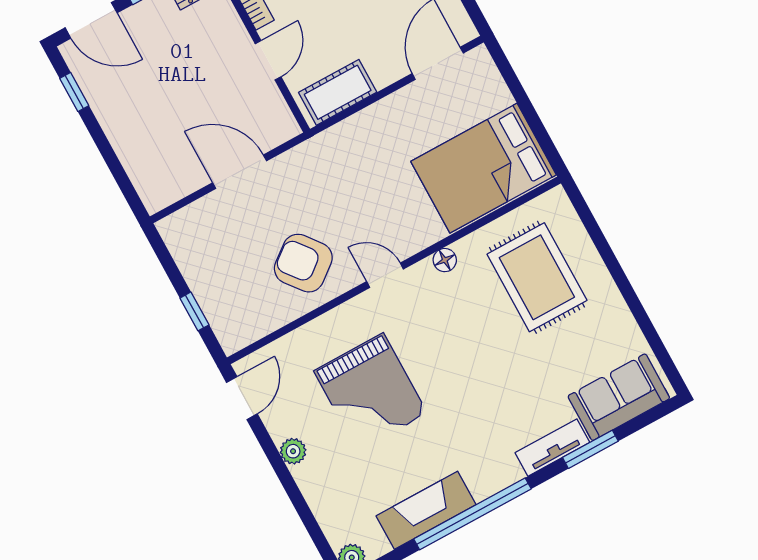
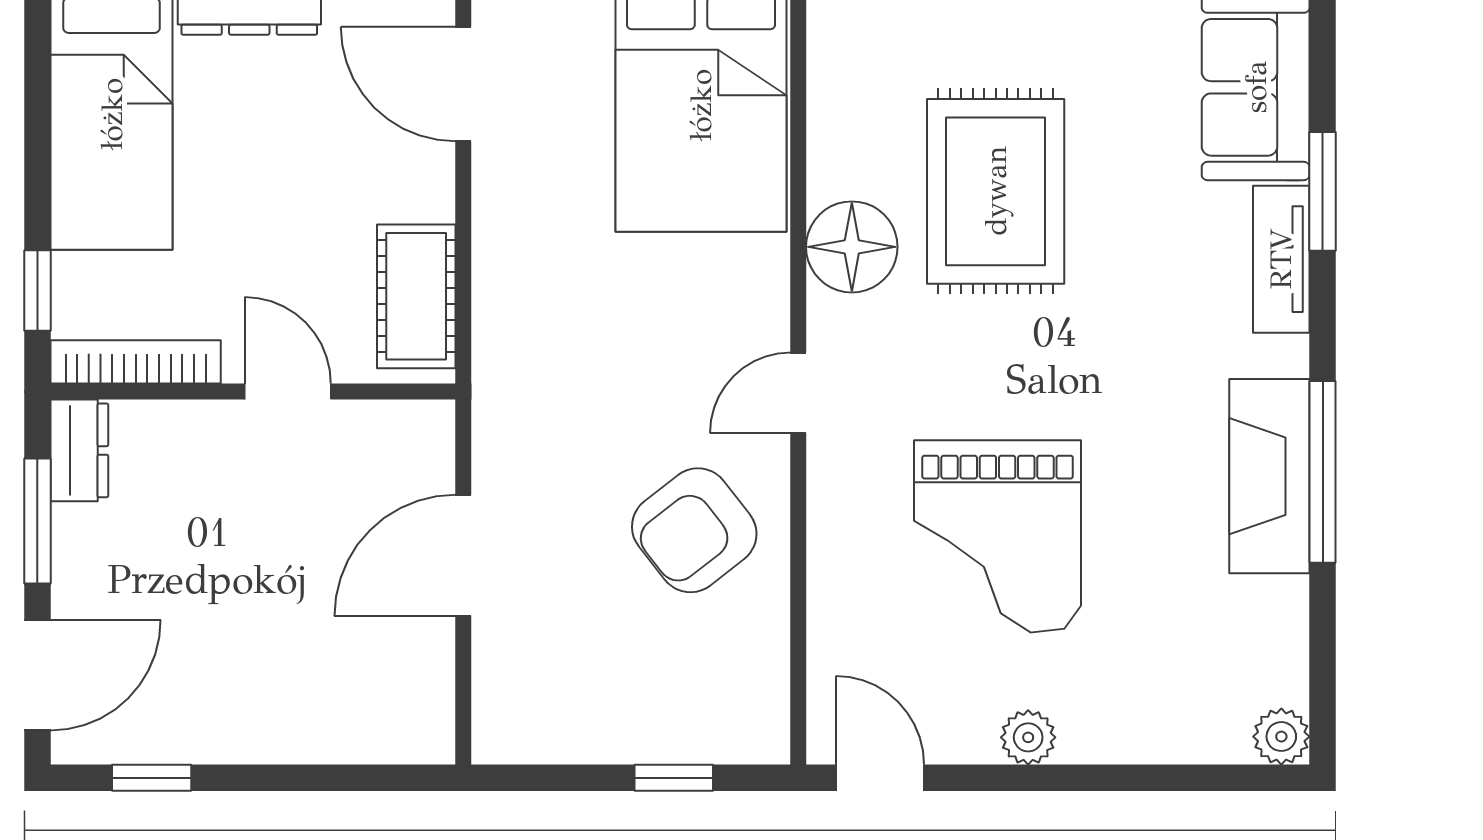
floor lamp: (445, 260) -> (852, 247), width x1.89, depth x1.89
rug: (537, 277) -> (996, 191), moved, turned 90
grand piano: (371, 392) -> (998, 536), turned 90
fireplace: (426, 510) -> (1269, 476), moved
window: (472, 514) -> (1323, 472), width x0.68

